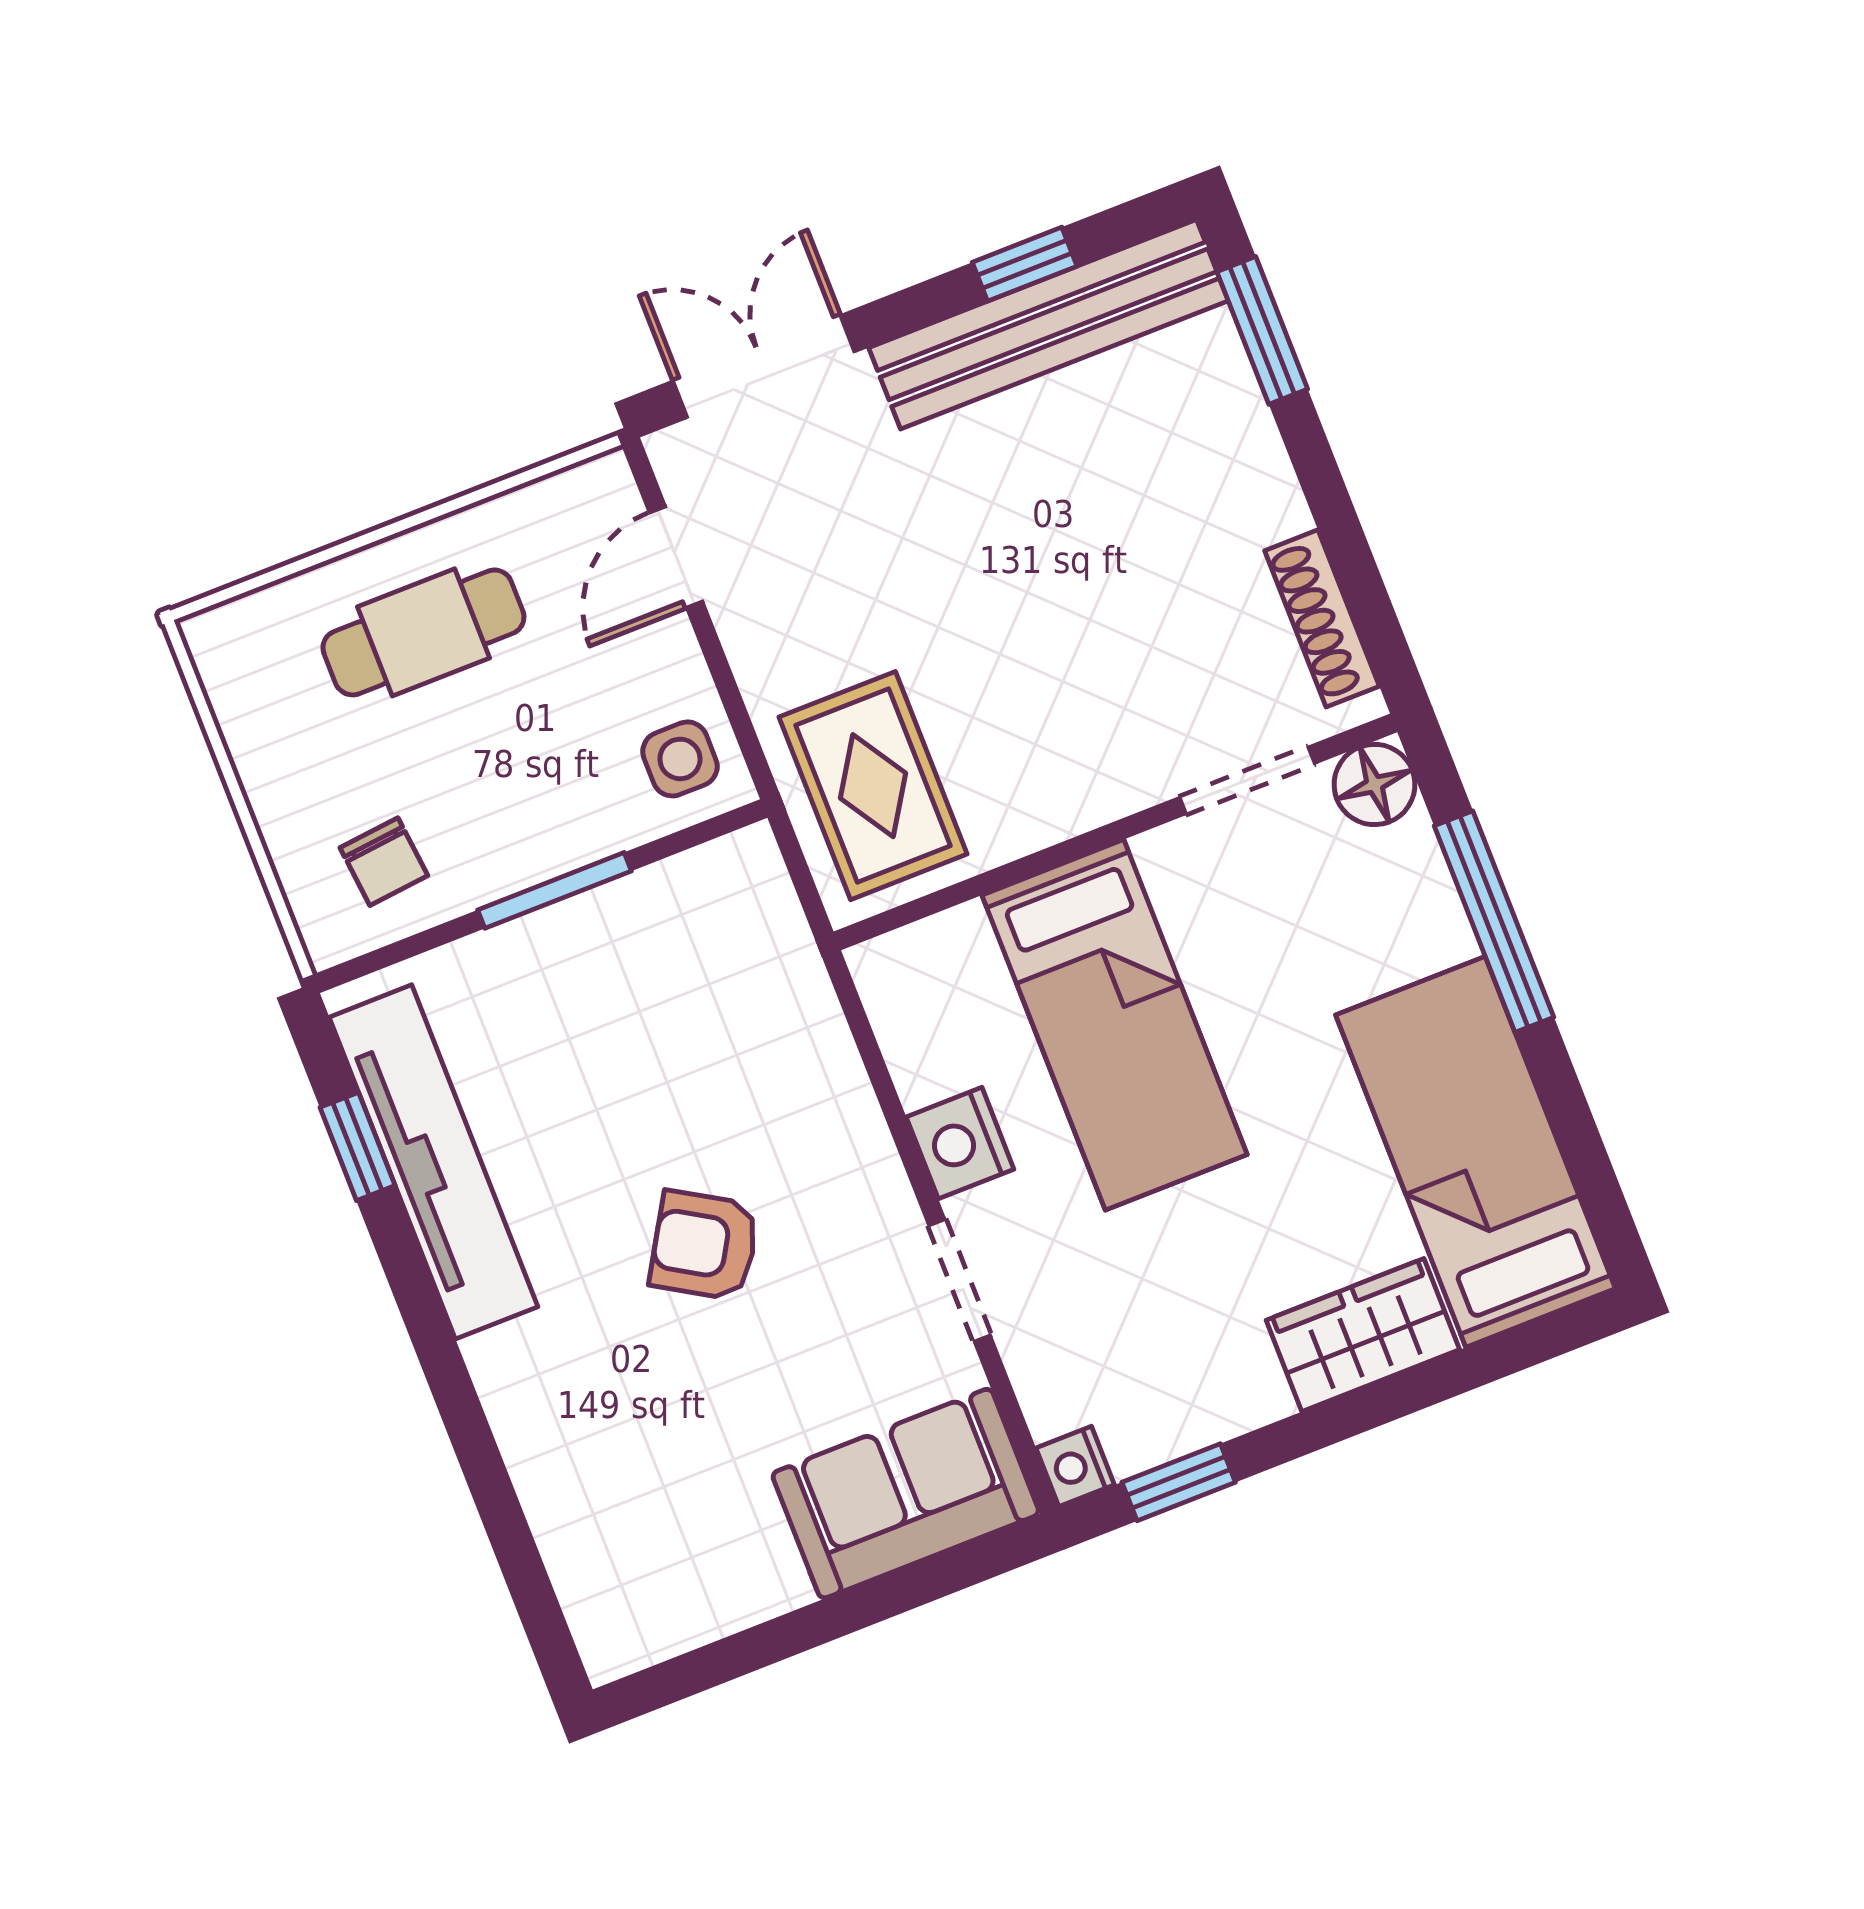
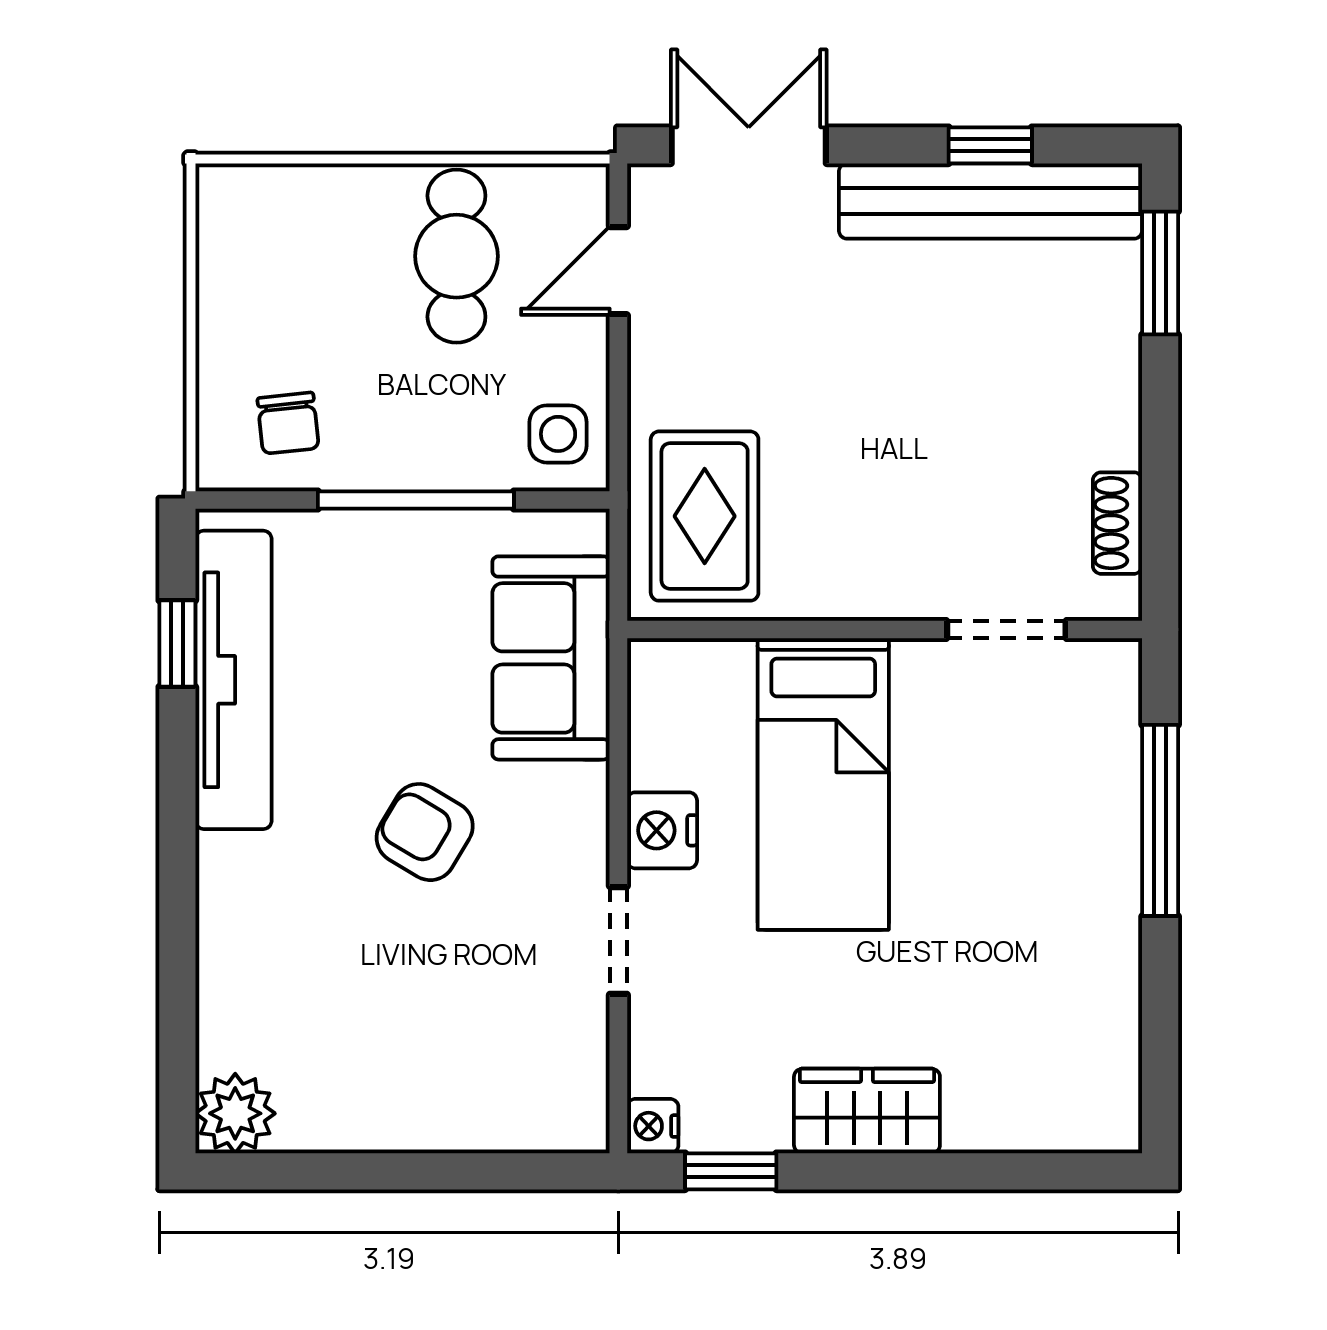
shoe rack: (1322, 618) -> (1117, 523), width x0.70
cafe table: (423, 632) -> (456, 256), moved, turned 90
floor lamp: (1374, 785) -> (1107, 673), removed
window: (554, 890) -> (416, 500), width x1.44
bed: (1475, 1152) -> (1073, 999), removed
wardrobe: (1363, 1335) -> (867, 1111), moved
sofa: (906, 1494) -> (551, 658), moved, turned -90
plant: (619, 1630) -> (235, 1113), added

